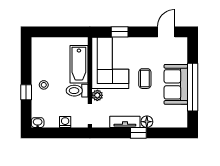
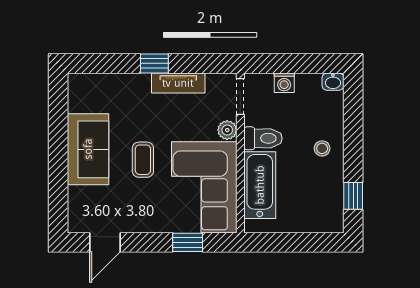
window: (193, 87) -> (58, 144), removed
window: (26, 92) -> (353, 196), moved
floor lamp: (147, 122) -> (139, 83), removed

